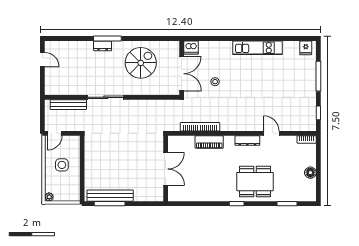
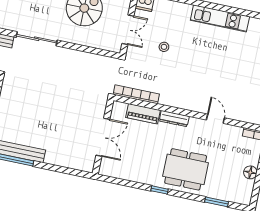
double door: (182, 74) -> (128, 30), width x0.73
dresser: (247, 141) -> (174, 119), moved
double door: (166, 169) -> (103, 137), moved
wall: (166, 169) -> (103, 137), moved

